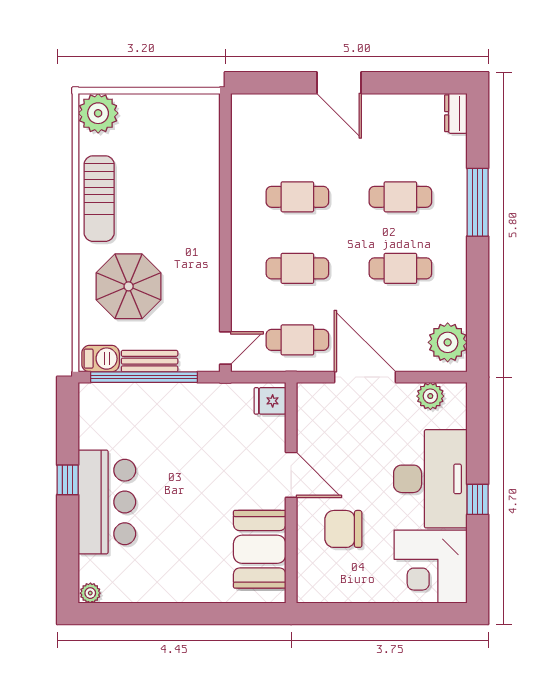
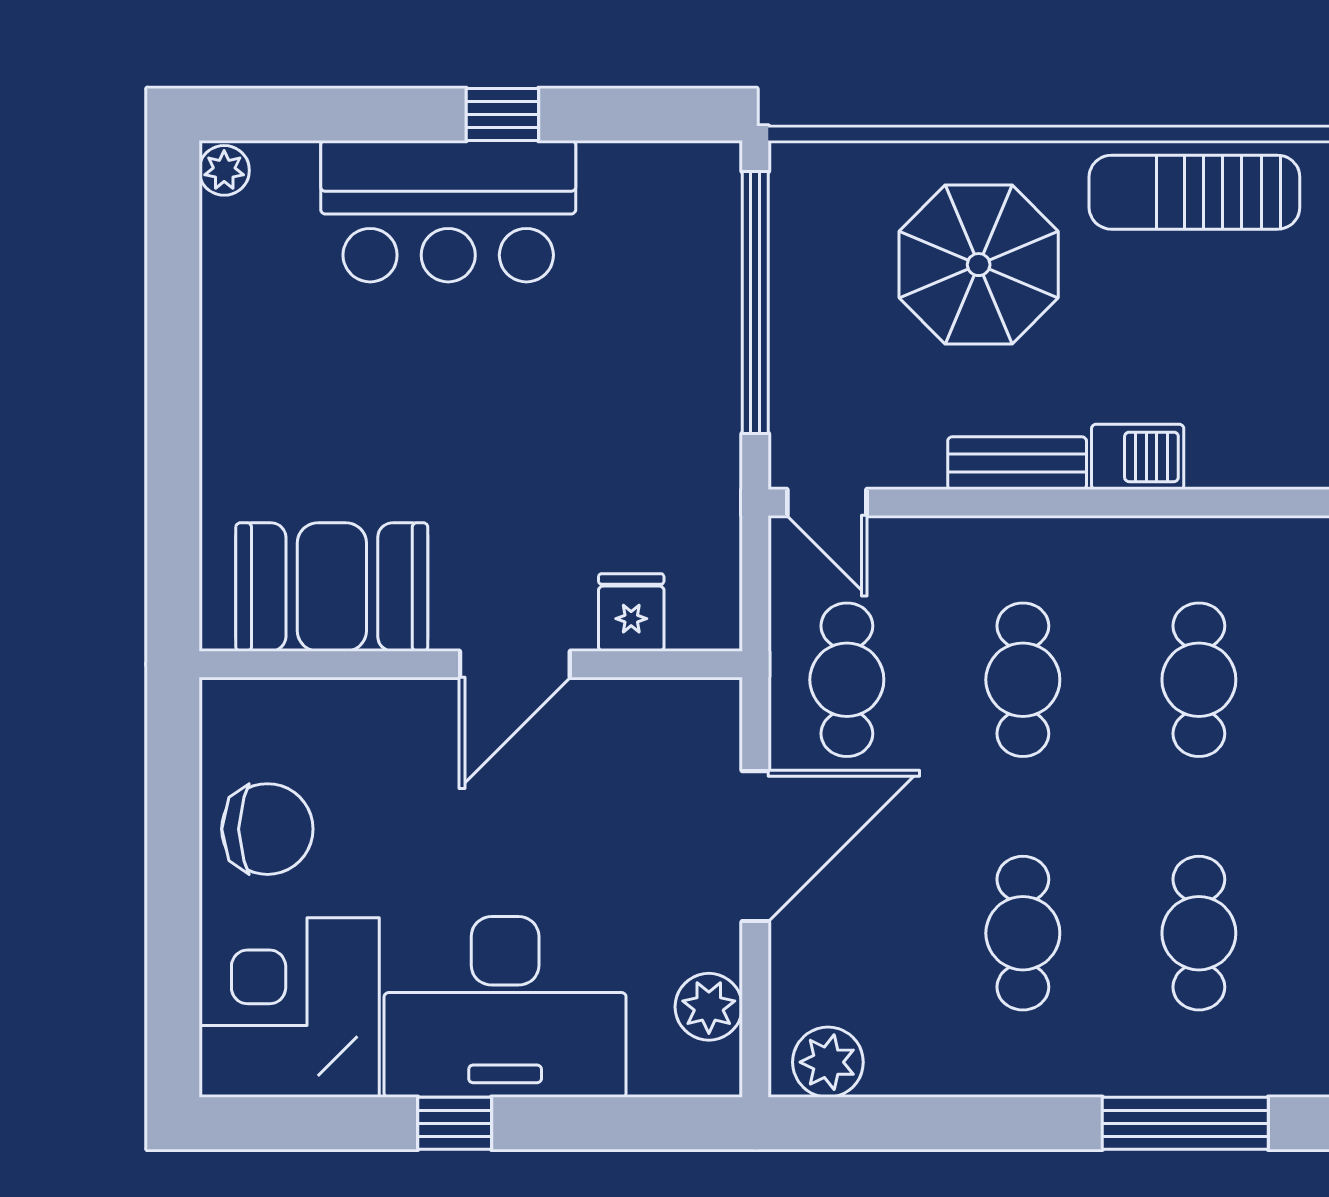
plant: (448, 342) -> (828, 1062), width x0.73, depth x0.73
barbecue: (101, 359) -> (1138, 457), moved, turned -90
bench: (150, 361) -> (1017, 463), moved, turned 90
fridge: (270, 401) -> (631, 612), moved
chair: (343, 529) -> (267, 829), moved, turned 90

